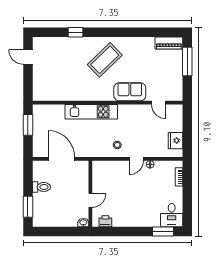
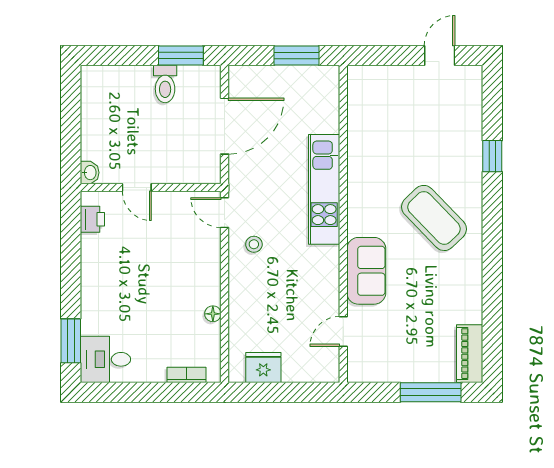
door: (136, 159) -> (225, 213), moved
window: (28, 207) -> (181, 56), moved

